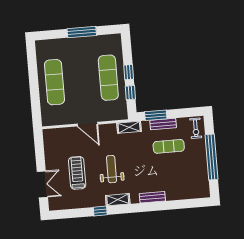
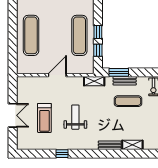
door: (87, 124) -> (57, 75), swing flipped
treadmill: (77, 173) -> (44, 118), turned 180
double door: (42, 184) -> (13, 115), moved
shelving: (118, 200) -> (132, 145), moved

